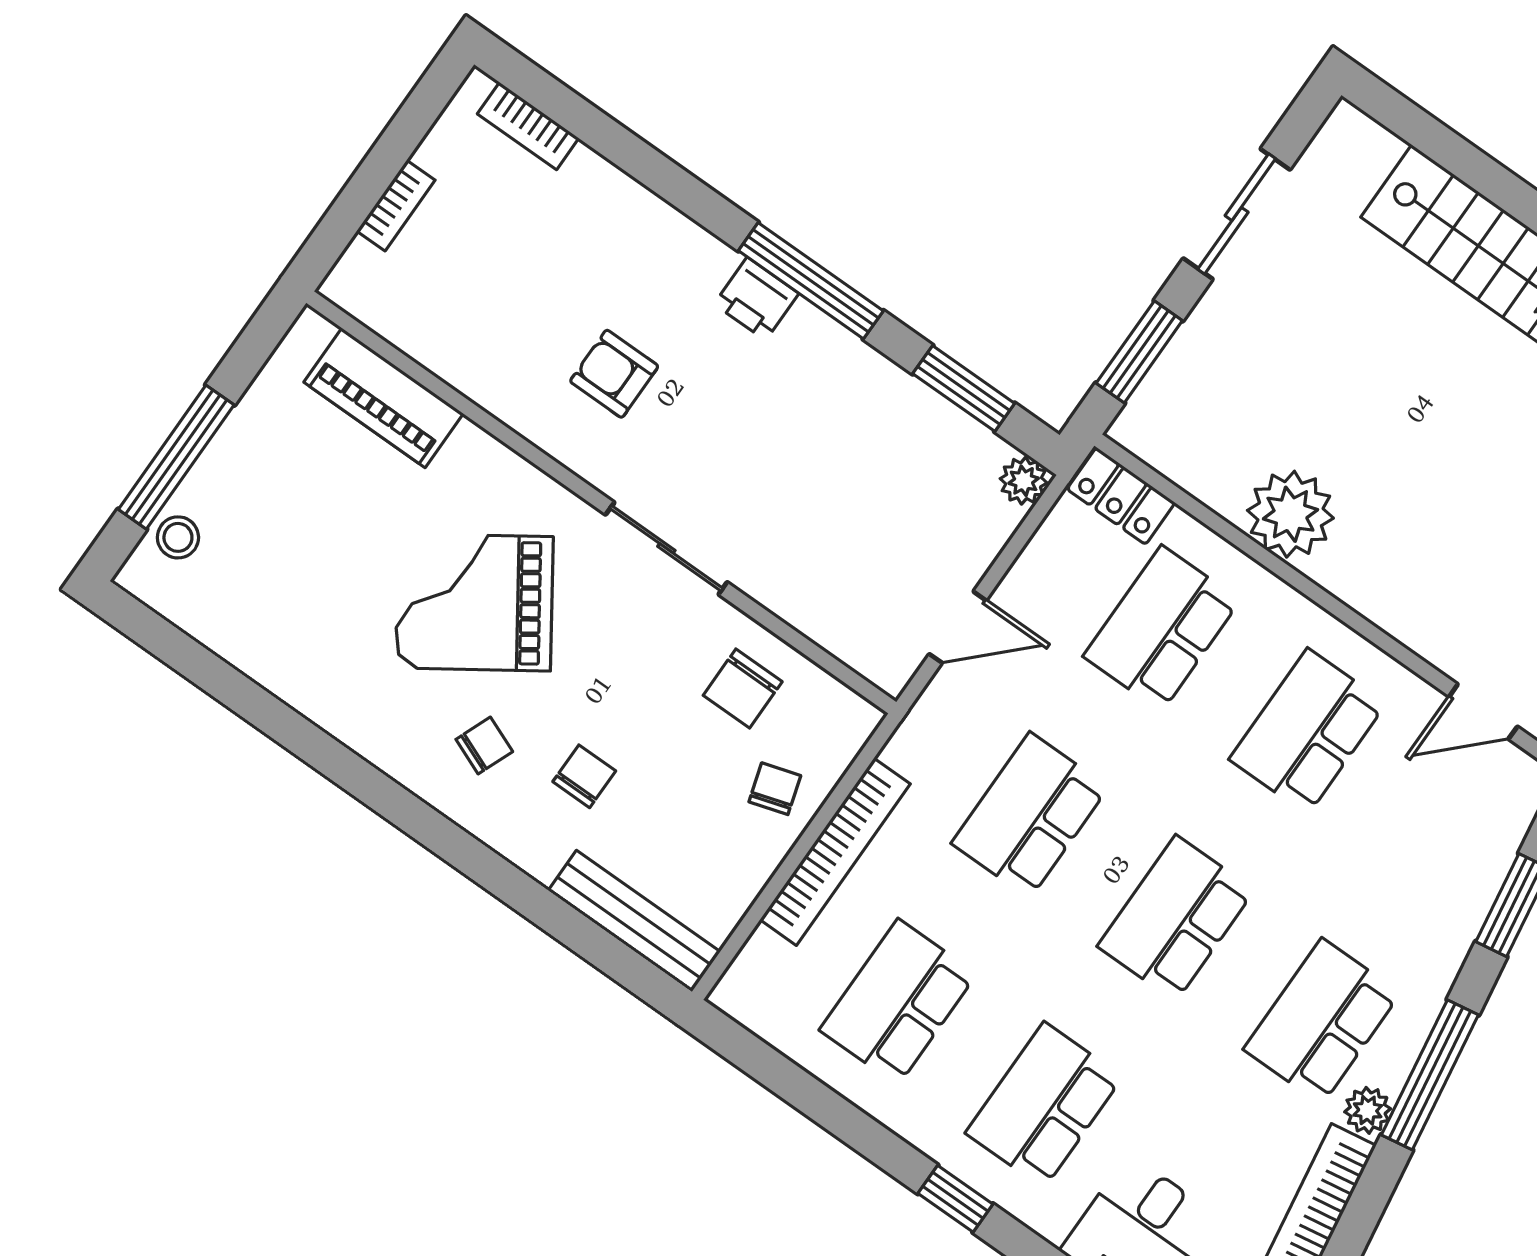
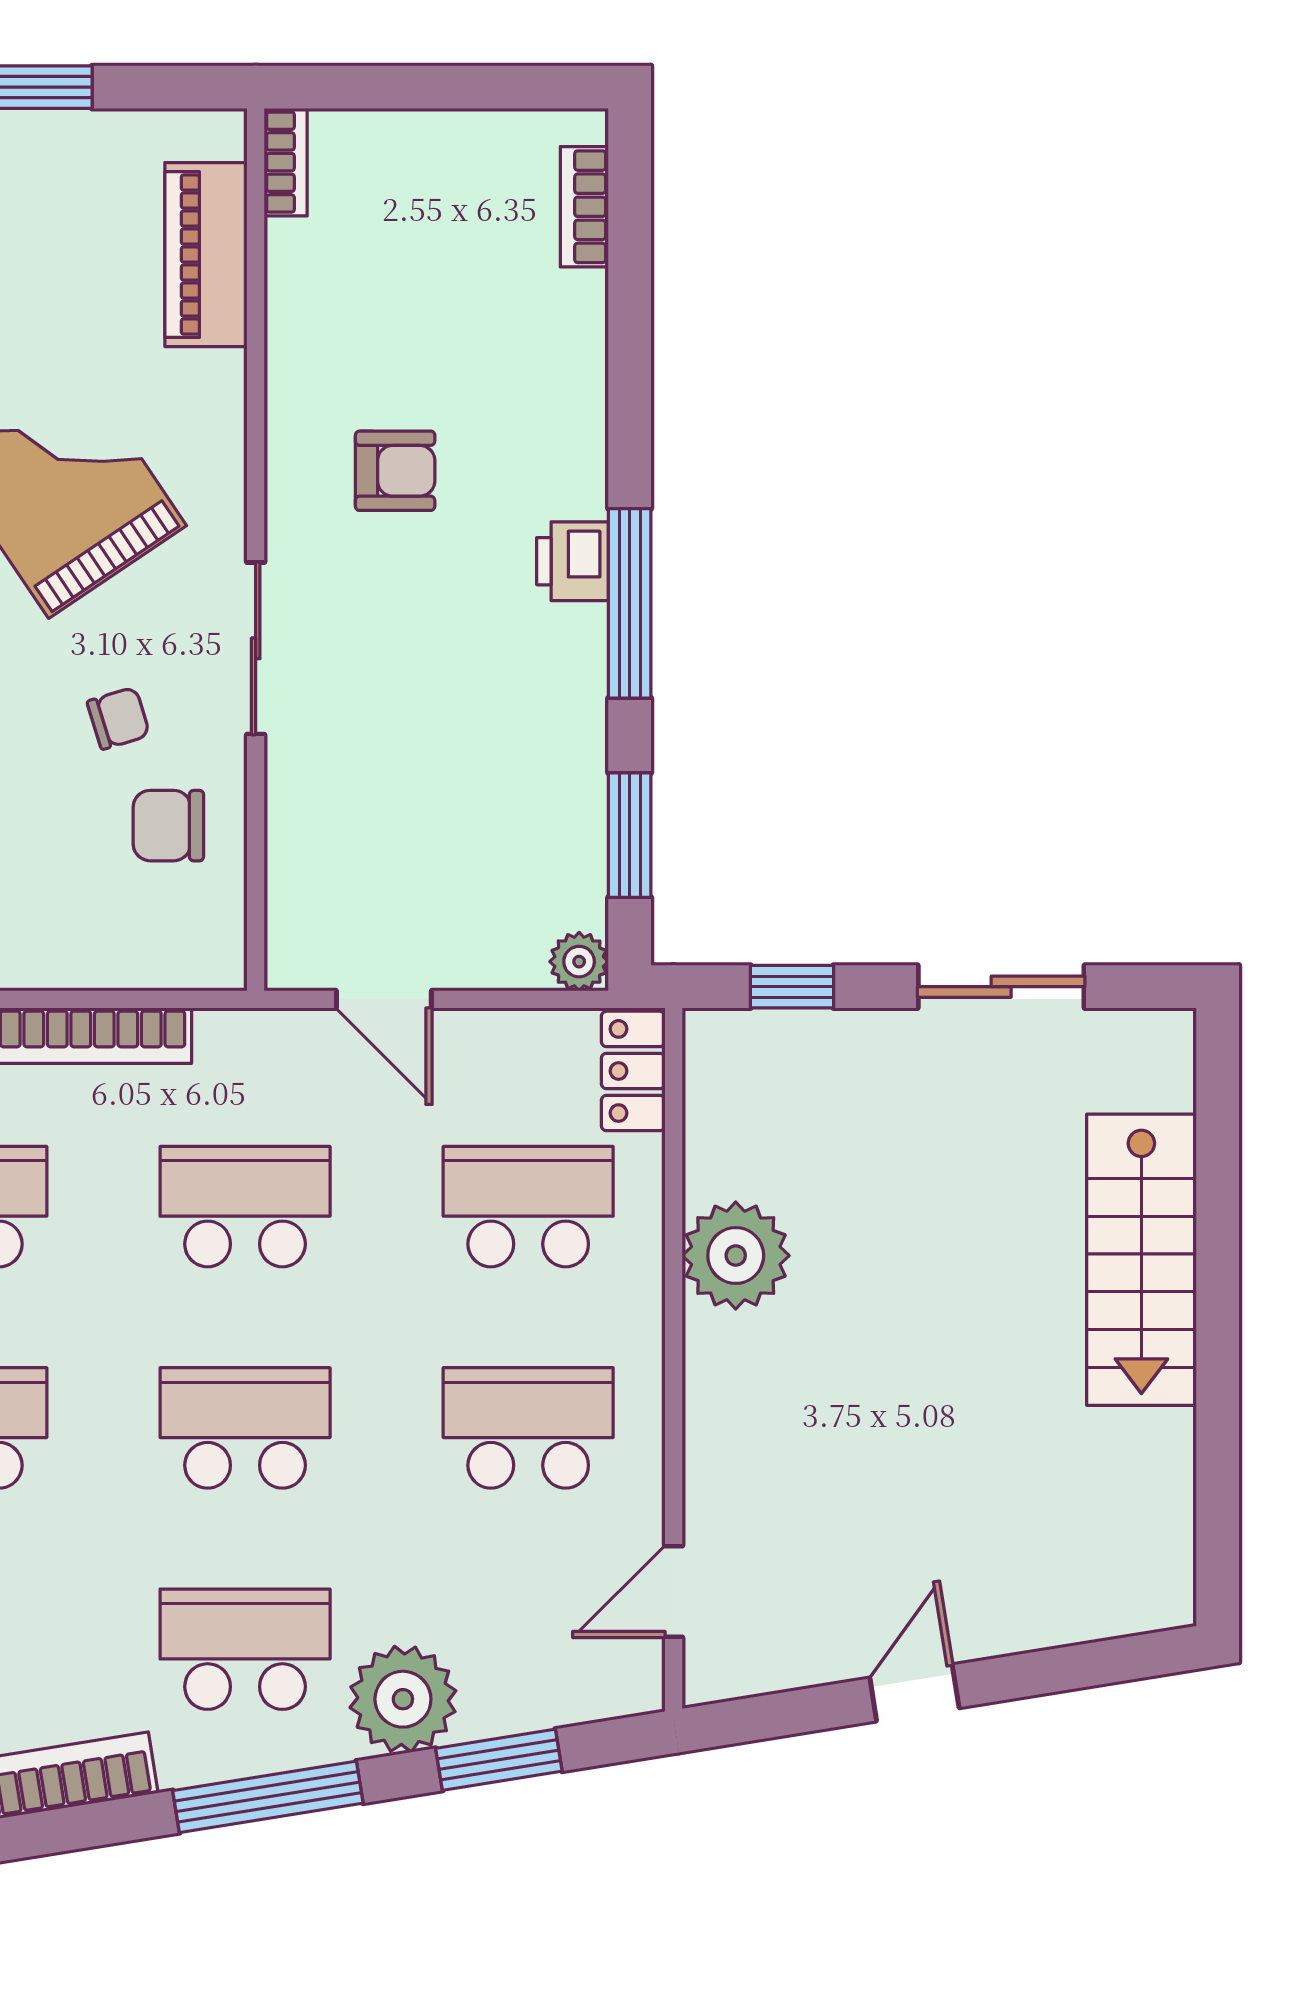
bookcase: (396, 206) -> (286, 162), moved, turned -90
window: (1139, 352) -> (792, 987), width x0.67
armchair: (614, 374) -> (395, 471), turned 90
door: (1483, 712) -> (674, 1592), hinge flipped
chair: (775, 789) -> (118, 718), moved
plant: (1368, 1110) -> (403, 1699), moved, width x1.88, depth x1.88

